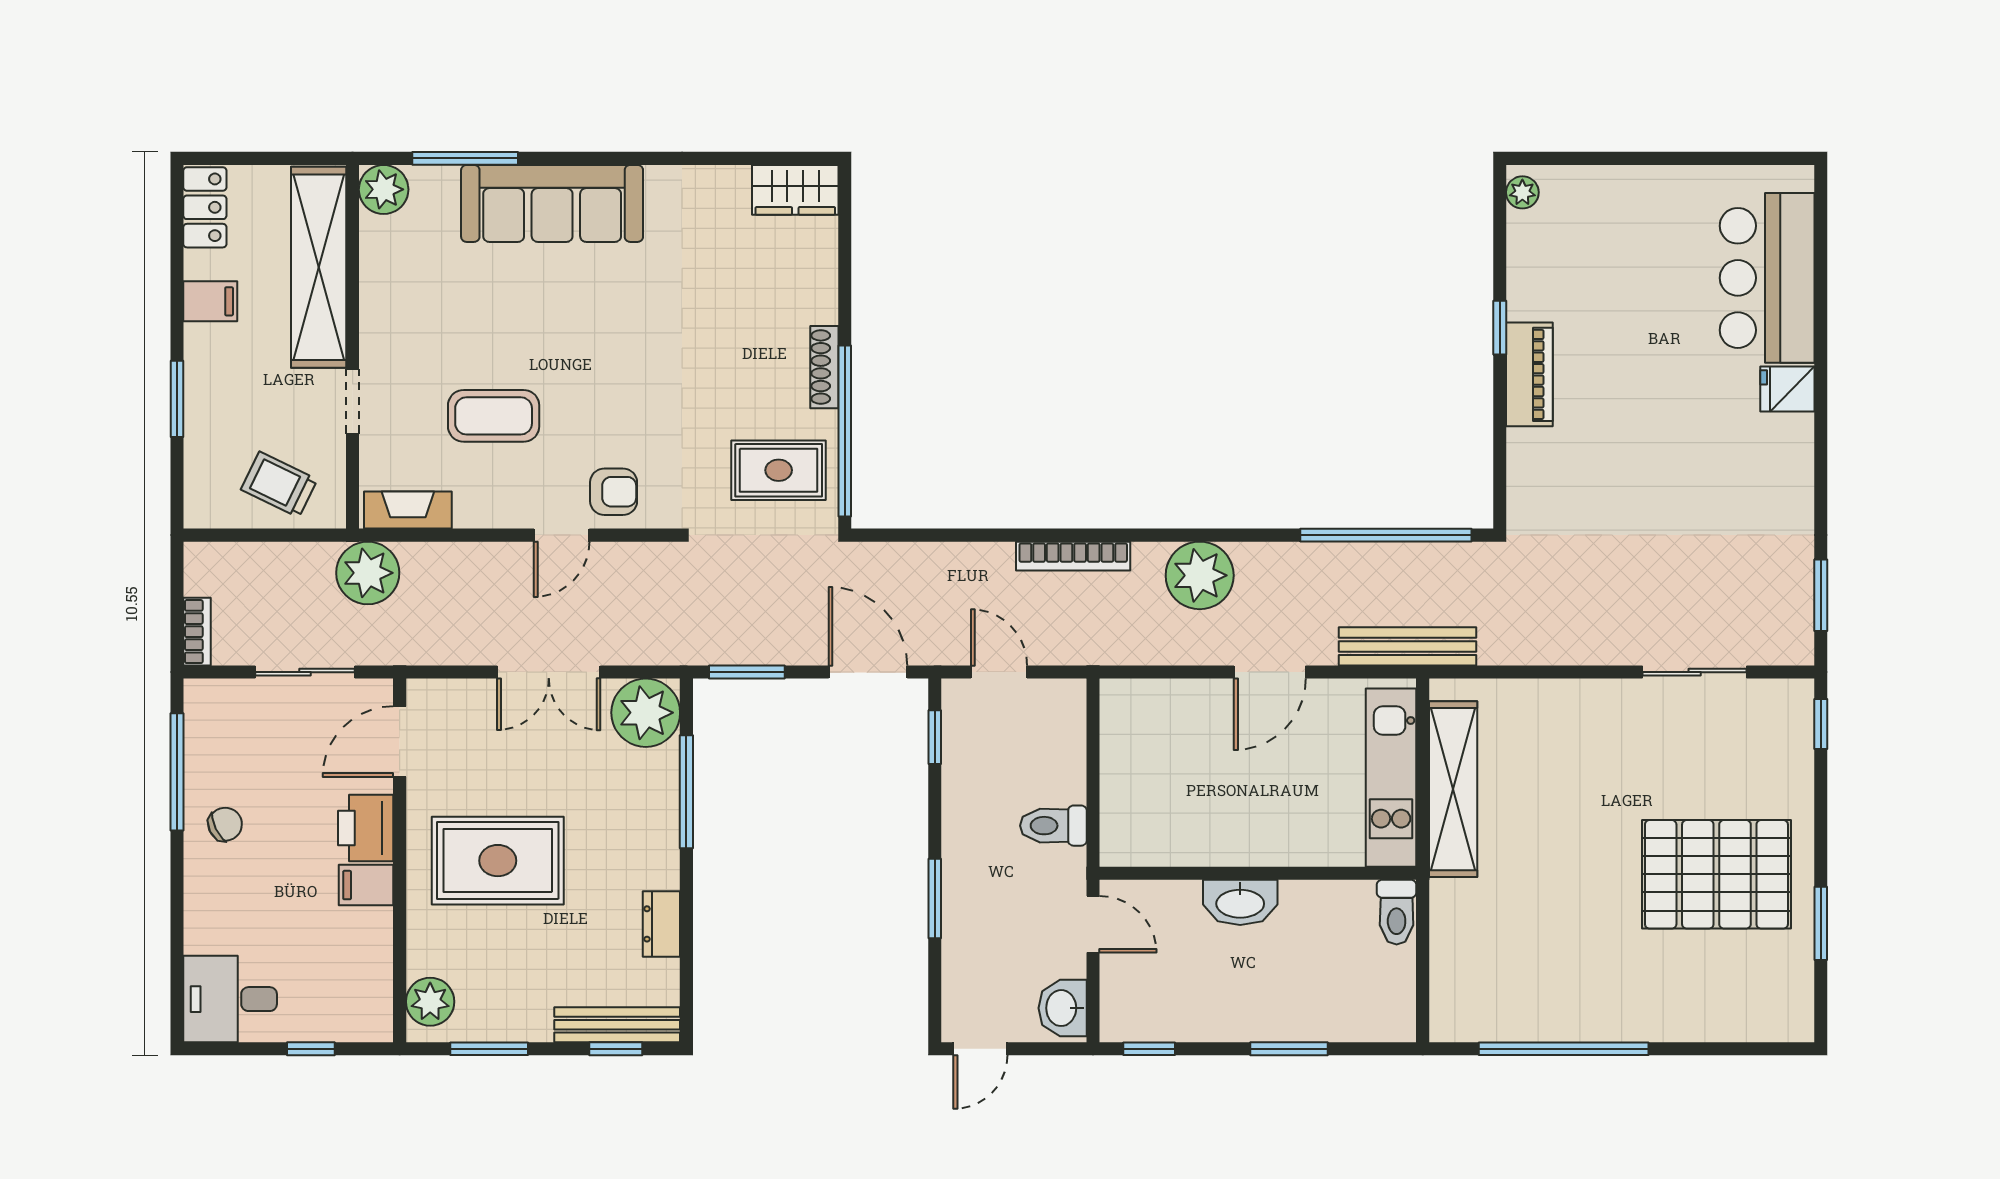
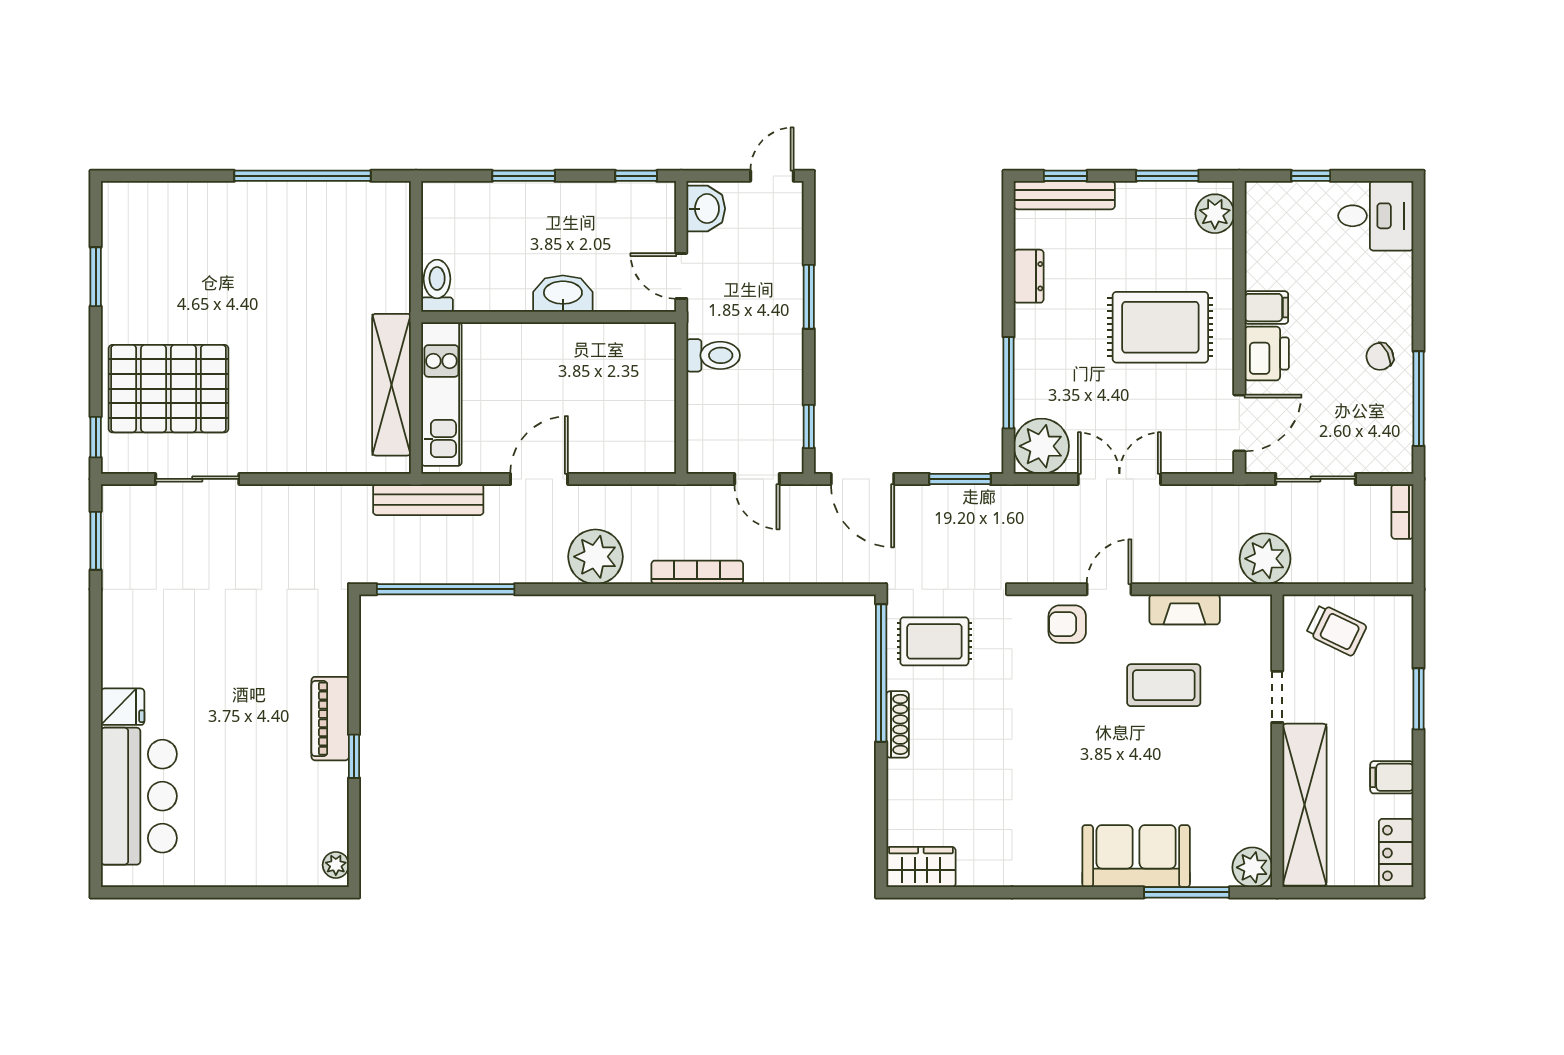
sofa: (552, 203) -> (1136, 856), width x0.73
fireplace: (408, 510) -> (1185, 609), moved
pallet: (1716, 874) -> (168, 389), moved

